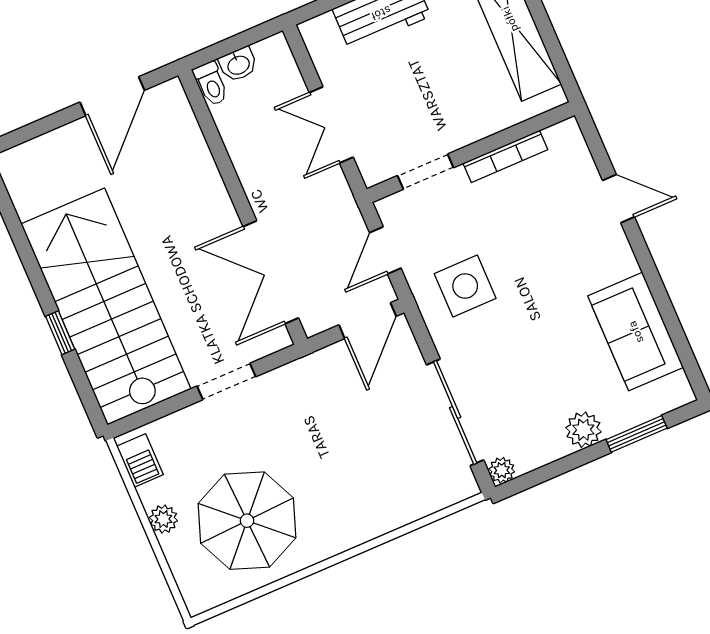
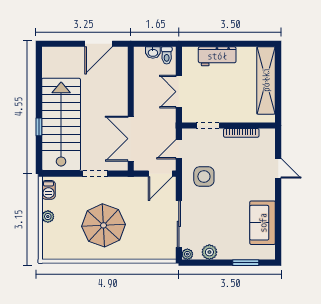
toilet: (211, 84) -> (167, 55), moved
plant: (583, 430) -> (209, 252), moved
parasol: (247, 521) -> (104, 225), moved

